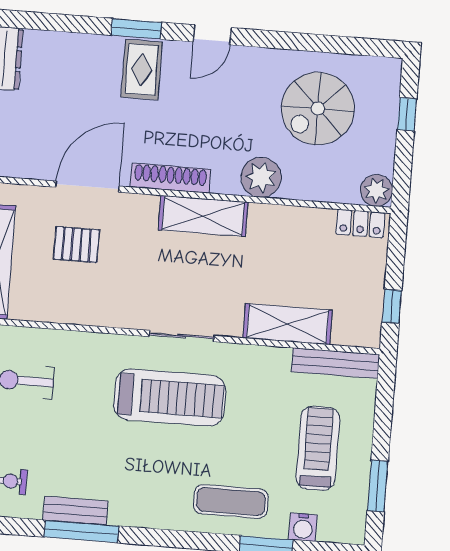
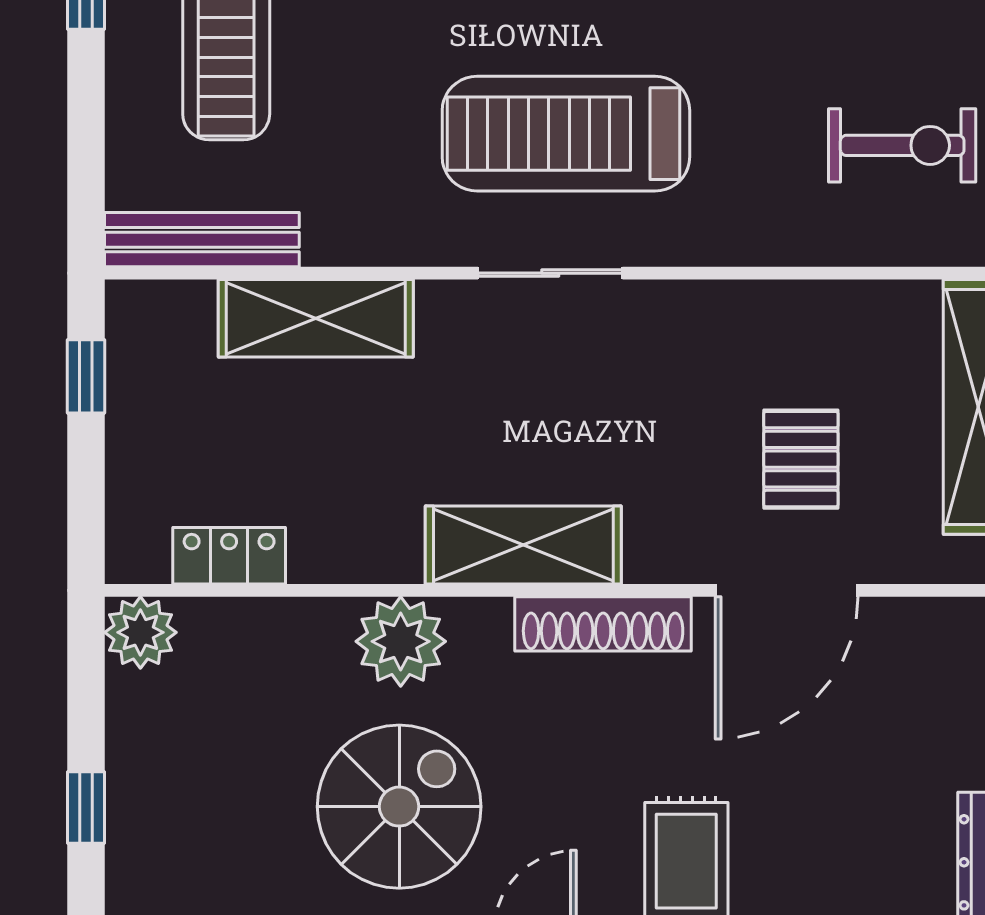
spiral stairs: (318, 109) -> (399, 807), moved
locker: (360, 224) -> (229, 556), moved
pallet: (77, 244) -> (801, 459), turned 90

